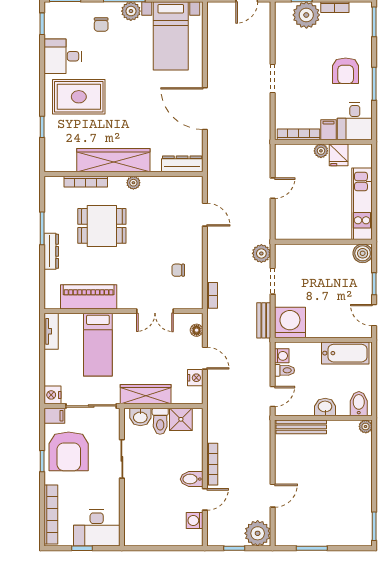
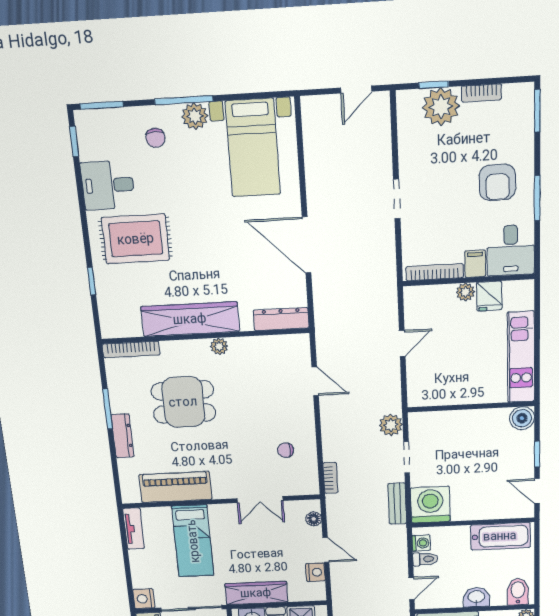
bookcase: (86, 182) -> (131, 350), moved

